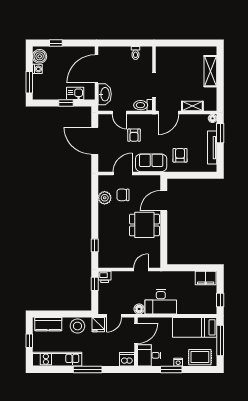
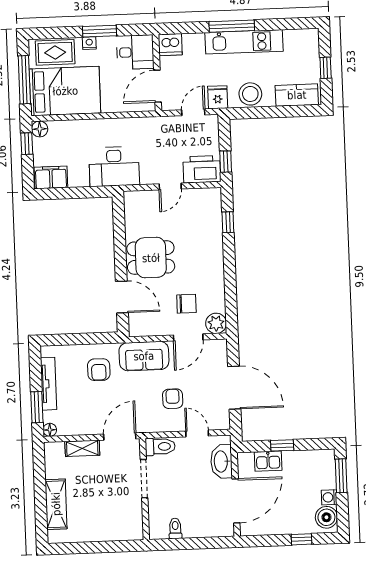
plant: (105, 198) -> (216, 323), moved
door: (164, 201) -> (122, 297), hinge flipped
door: (141, 269) -> (170, 186), moved
printer: (105, 277) -> (202, 169), width x1.87, depth x1.48
desk: (161, 302) -> (114, 166), moved, turned 180
floor lamp: (139, 309) -> (40, 129), moved
bed: (195, 327) -> (65, 91), width x1.50
kitchen unit: (57, 359) -> (244, 42), moved

